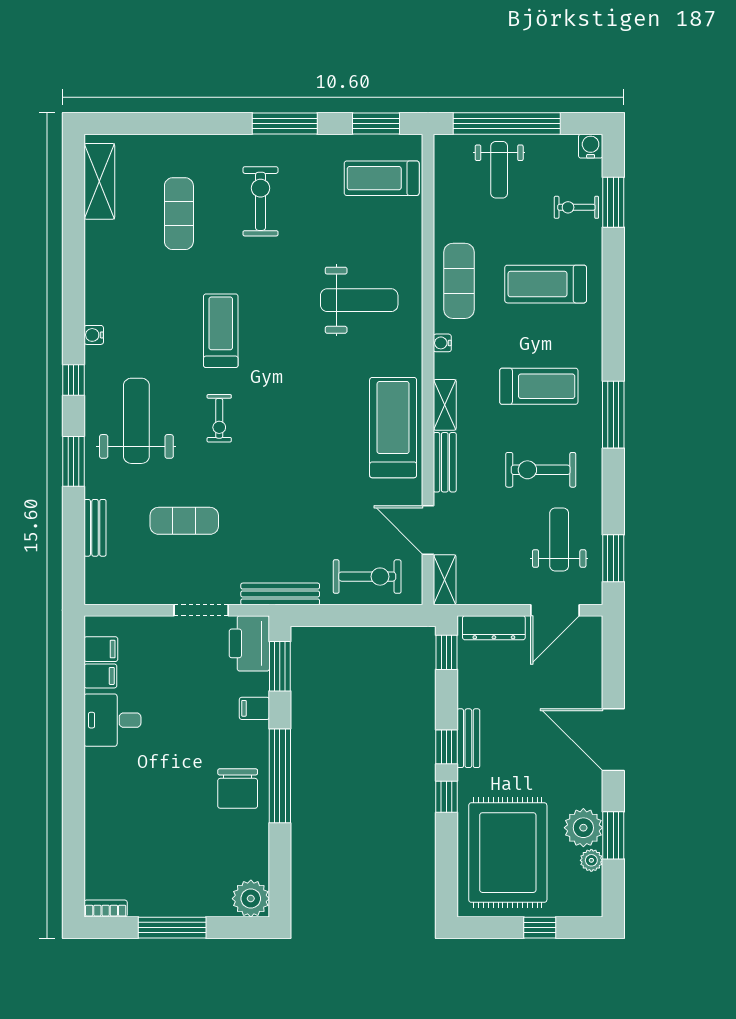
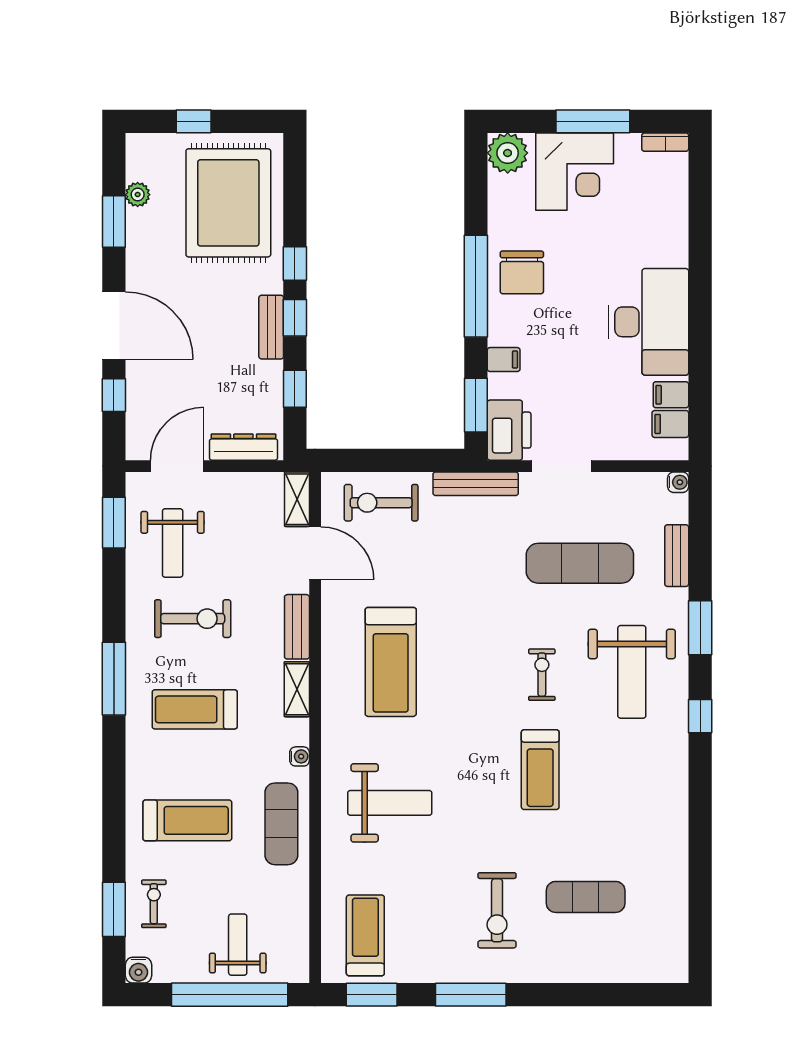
treadmill: (382, 178) -> (365, 935), turned -90
shelving: (99, 181) -> (672, 932), removed
exercise bike: (576, 207) -> (154, 904), turned -90
exercise mat: (179, 214) -> (586, 897), turned 90
weight bench: (359, 300) -> (390, 803), turned 180
water cooler: (94, 335) -> (678, 482), moved
treadmill: (393, 428) -> (391, 662), moved
exercise mat: (184, 521) -> (580, 563), width x1.36, depth x1.45
window: (447, 652) -> (295, 389), moved
window: (613, 676) -> (114, 395), added
desk: (112, 720) -> (649, 322), width x1.87, depth x1.30
chair: (238, 789) -> (522, 272), turned 180
plant: (583, 828) -> (146, 230), removed
corner desk: (189, 881) -> (575, 172), added

